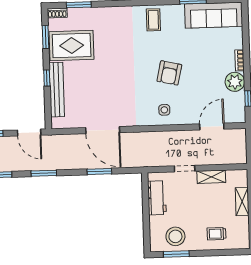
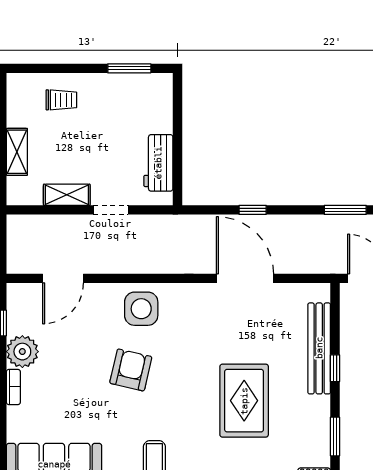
rug: (72, 46) -> (244, 401), moved, turned 90
side table: (164, 110) -> (141, 309), width x1.87, depth x1.87
window: (99, 171) -> (253, 210), width x0.67
stool: (175, 236) -> (130, 98), removed

